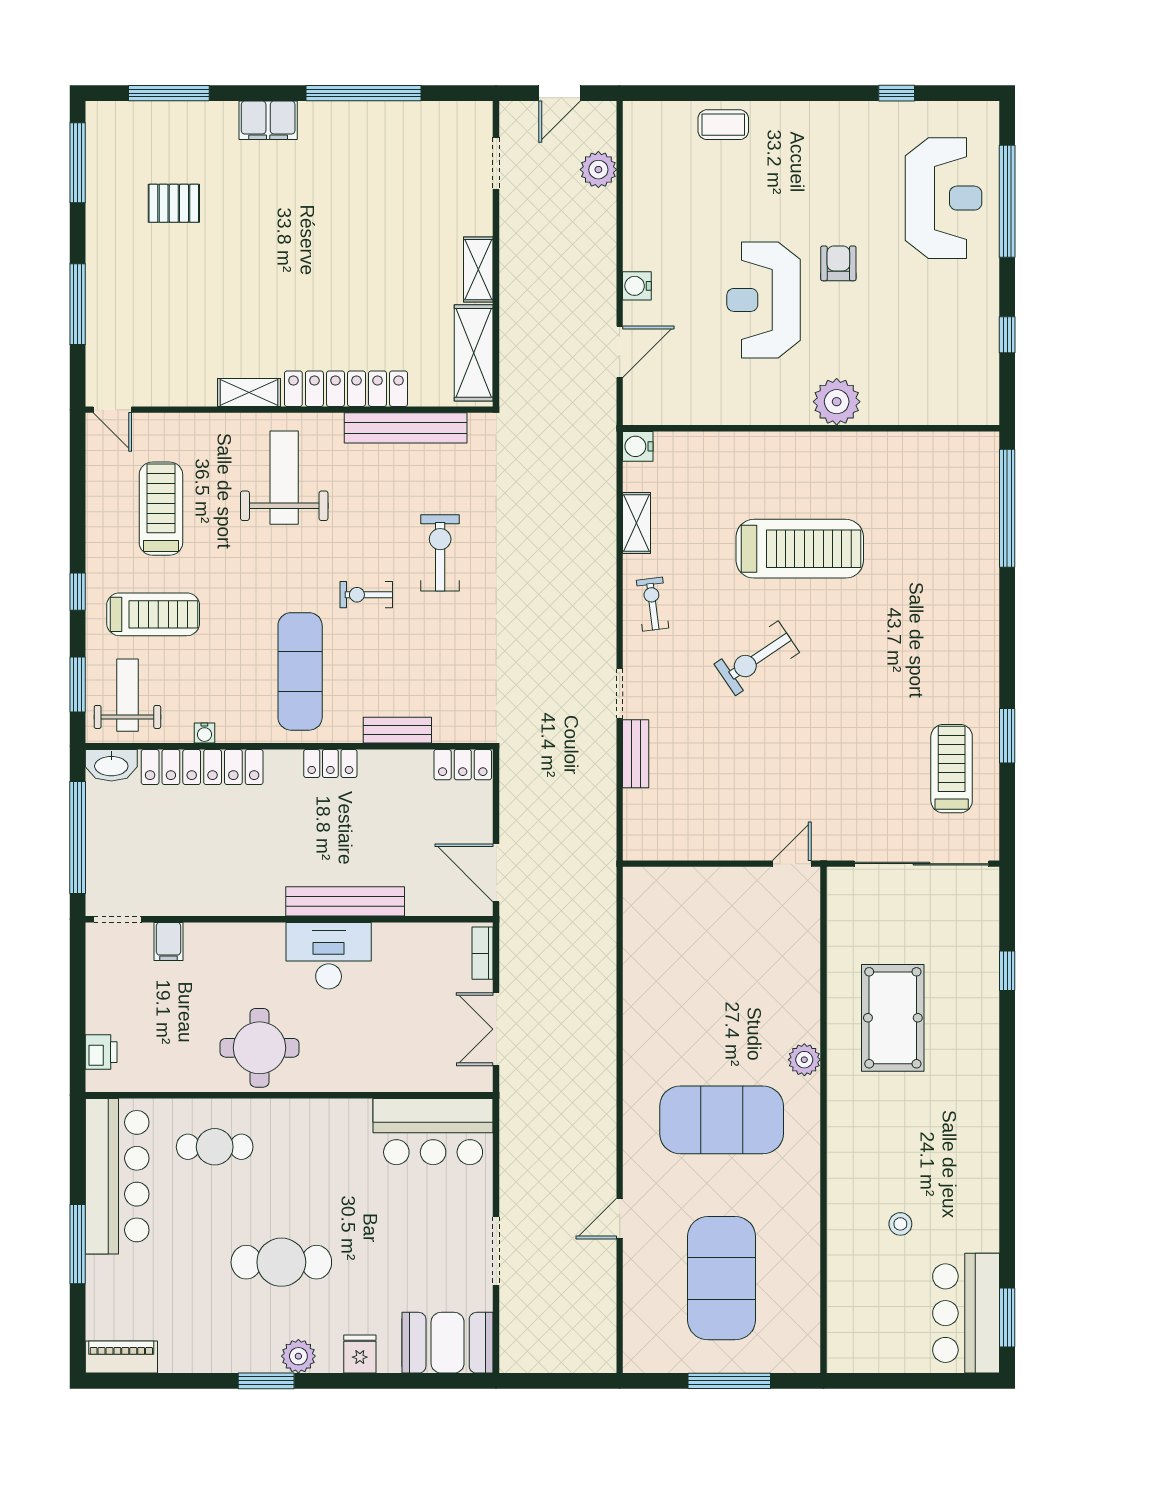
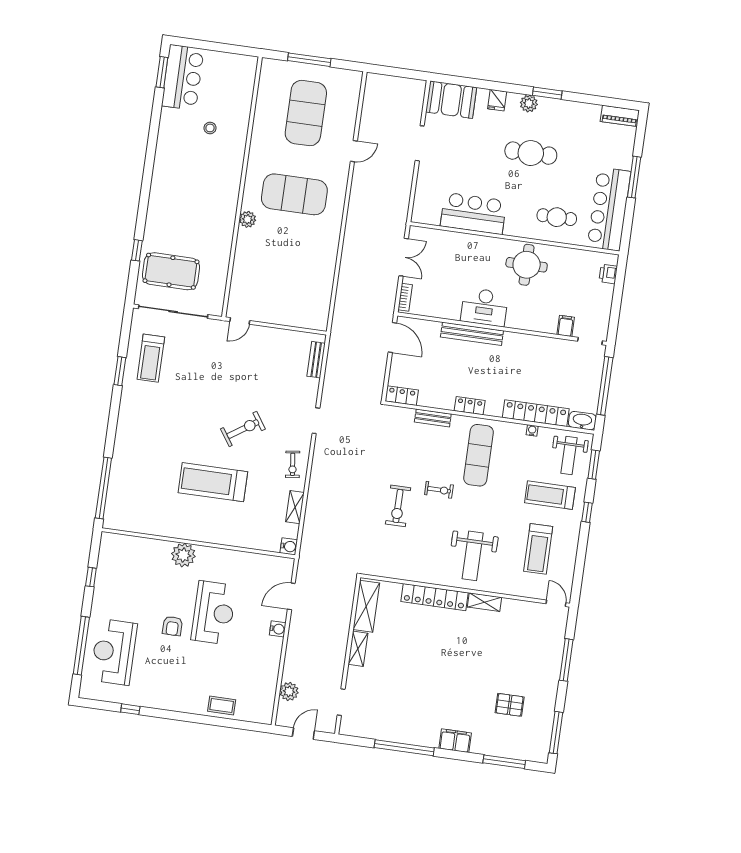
bench: (406, 428) -> (407, 573), removed
bench: (636, 754) -> (316, 360), moved
pool table: (893, 1018) -> (171, 271), moved, turned 90
bar counter: (433, 1132) -> (473, 213), moved

